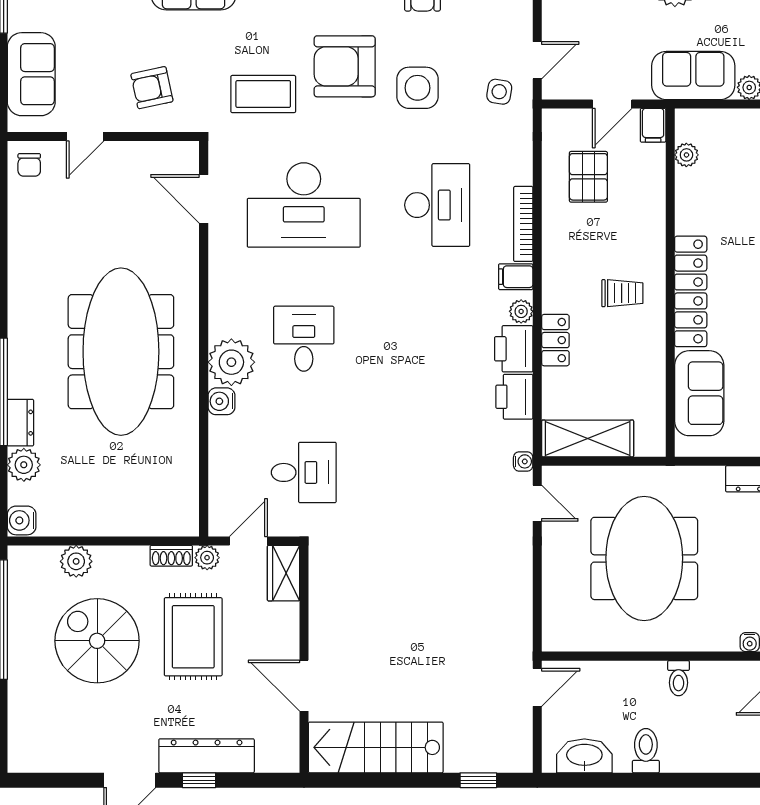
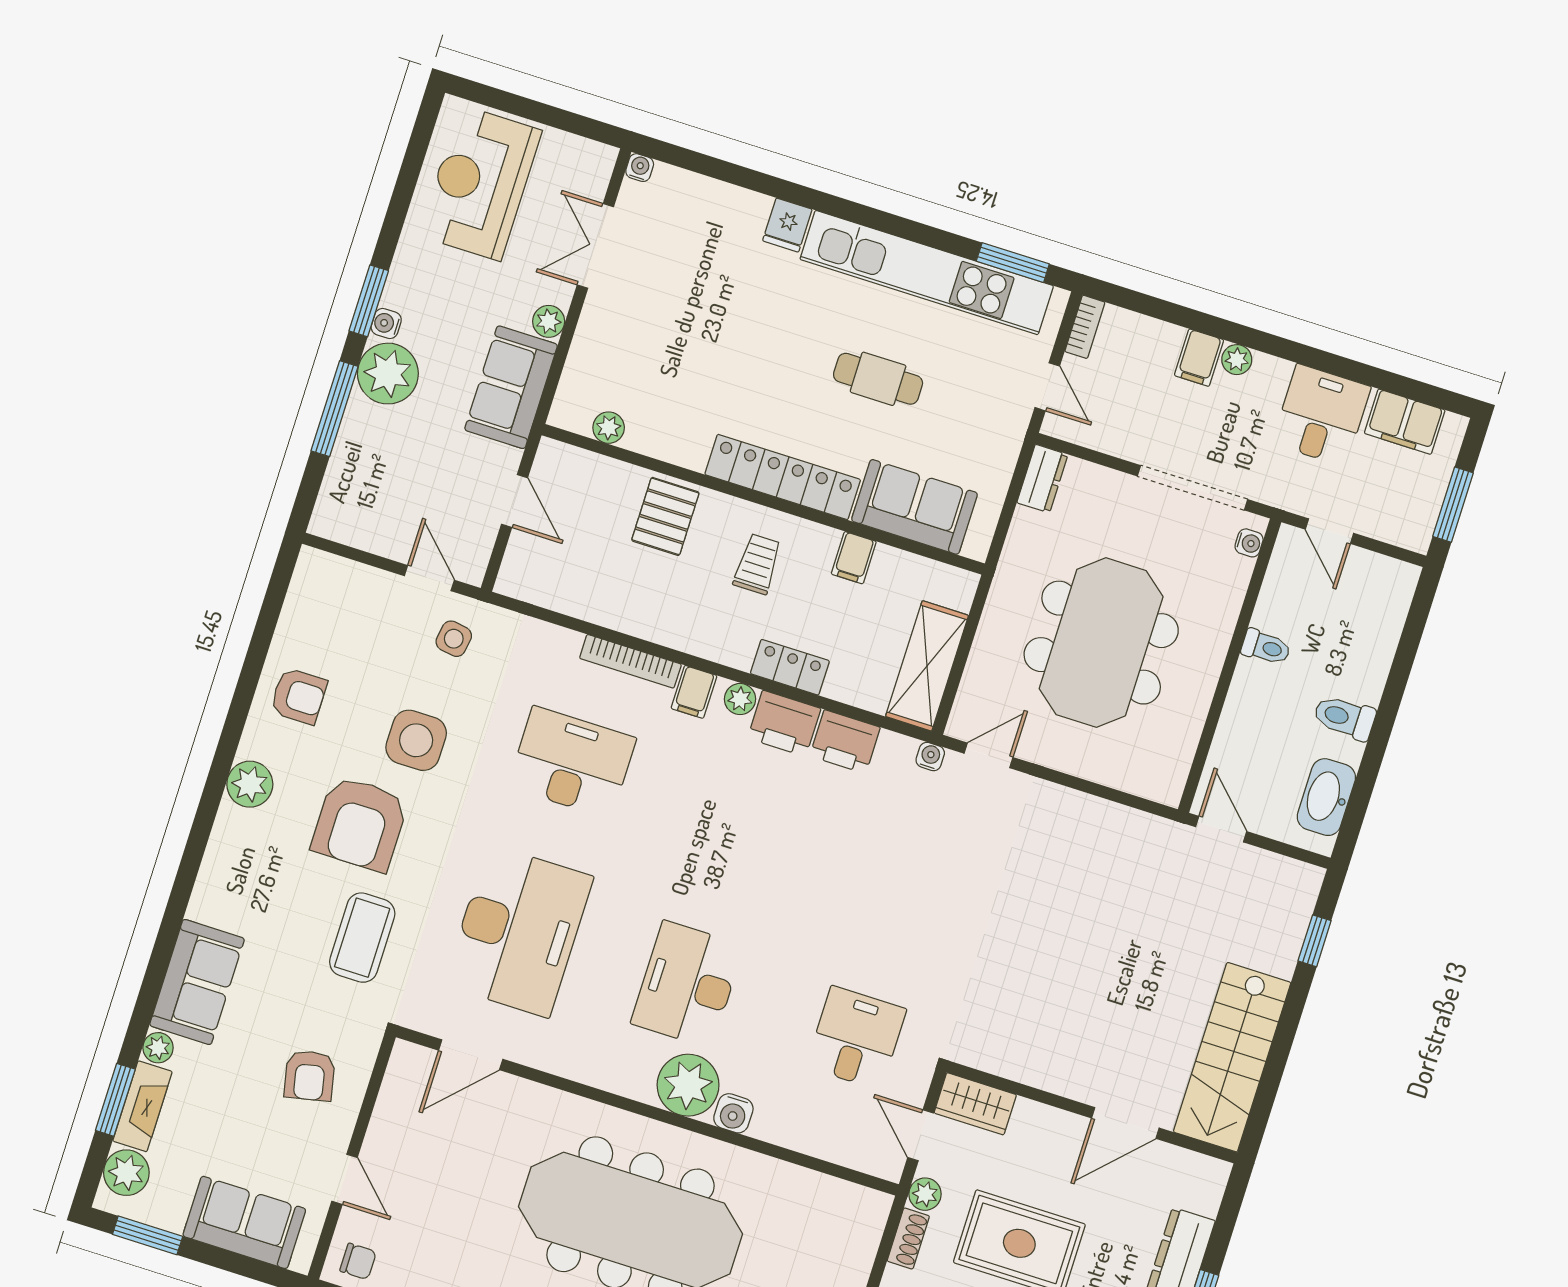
filing cabinet: (653, 125) -> (854, 558), moved, turned 90
pallet: (588, 177) -> (665, 516), moved, turned 90
desk: (304, 339) -> (687, 984), width x1.37
meeting table: (644, 558) -> (1101, 643), turned 90

